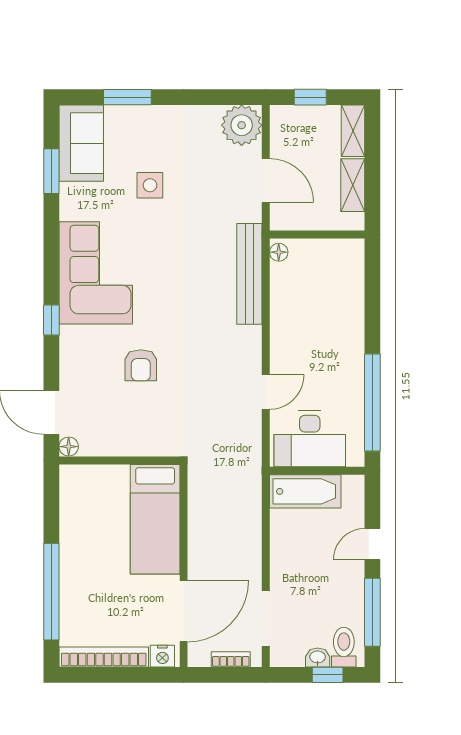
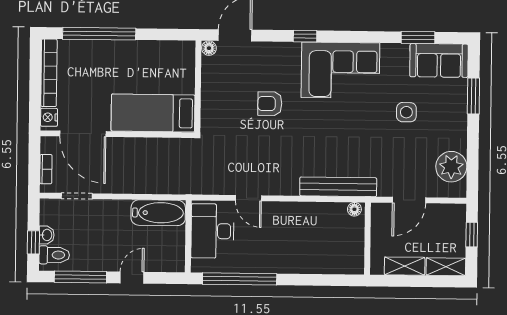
plant: (242, 125) -> (451, 167), moved
bathtub: (305, 491) -> (158, 213), moved, turned -90
door: (372, 544) -> (132, 278), hinge flipped
doorway: (266, 618) -> (77, 196), width x0.73

